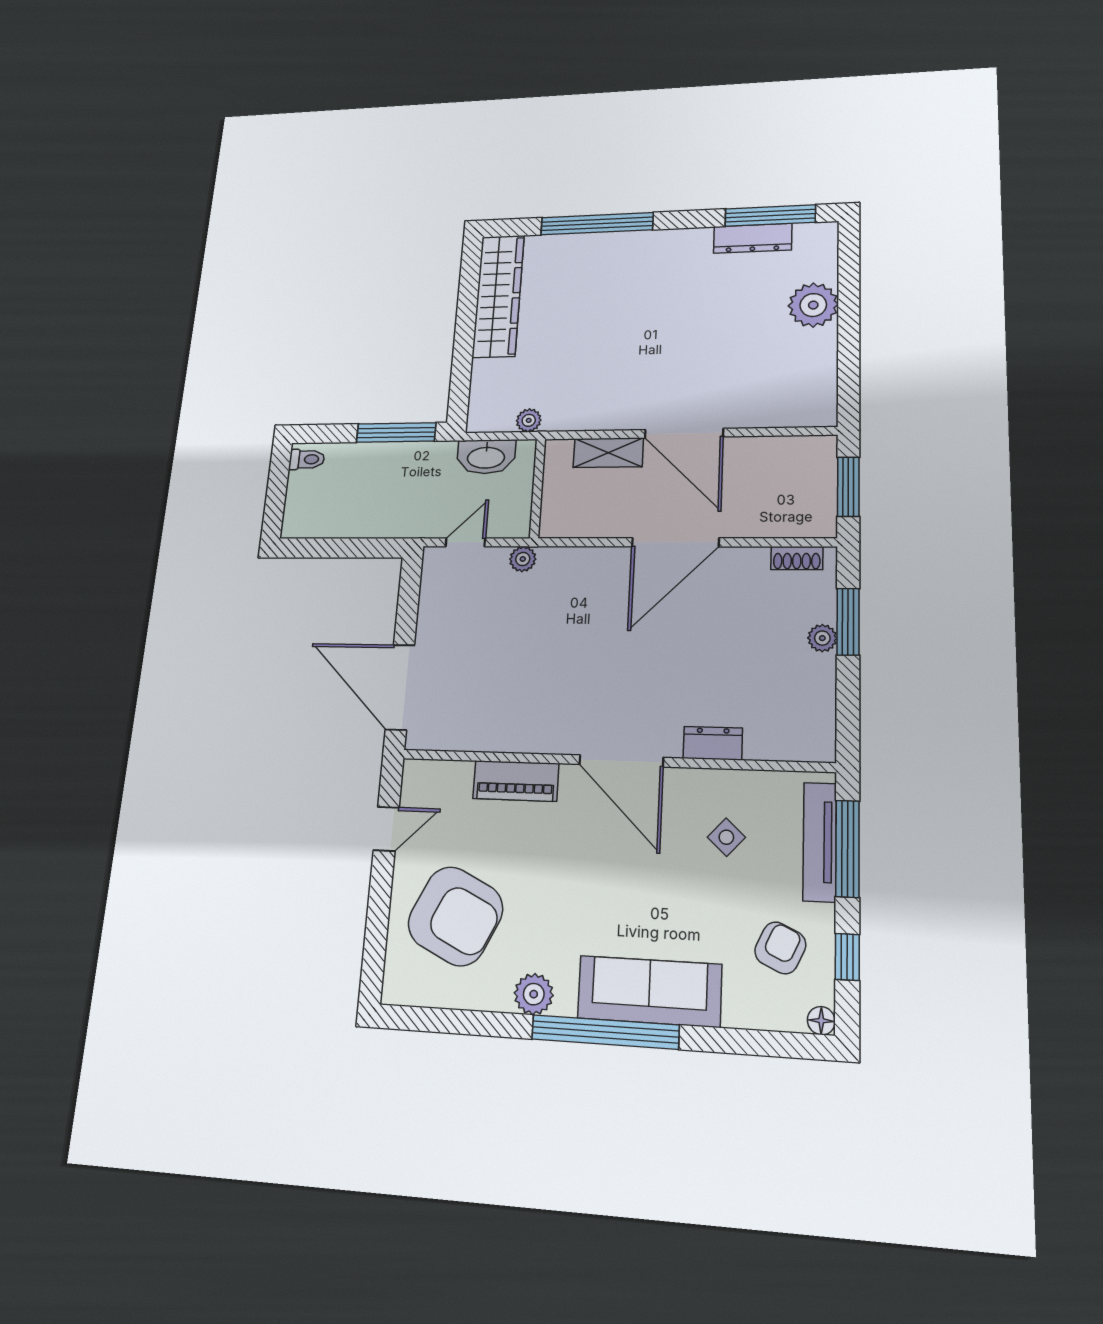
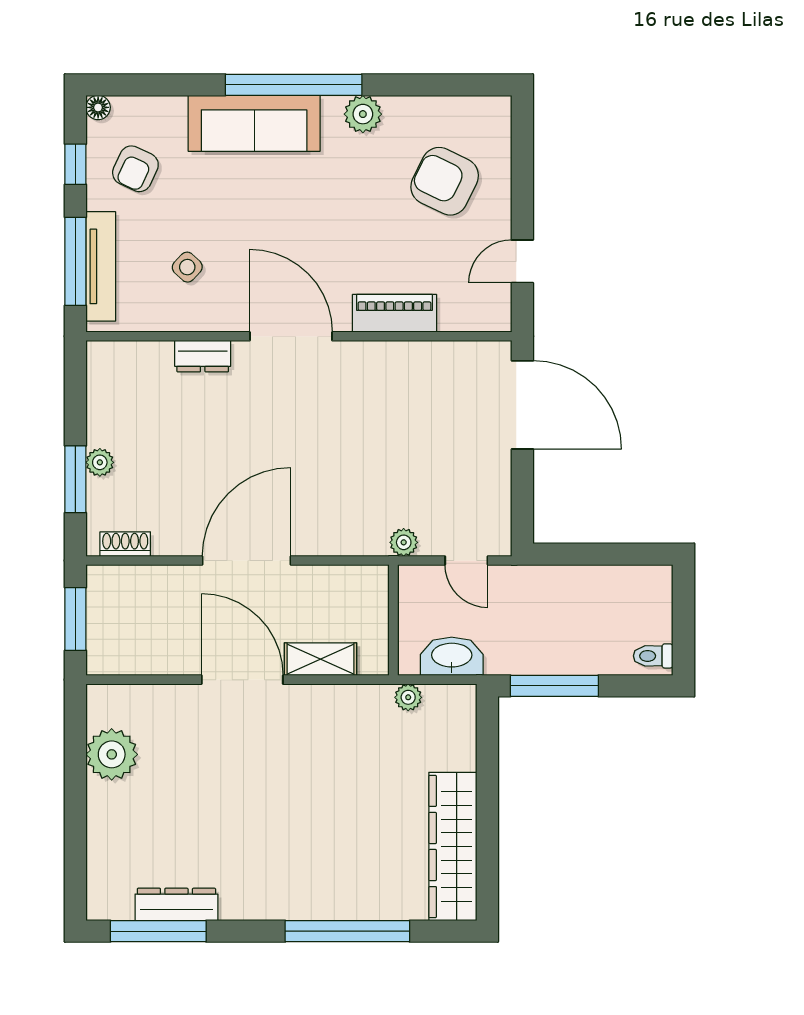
plant: (813, 305) -> (112, 754), moved
door: (465, 542) -> (466, 560), hinge flipped
armchair: (455, 916) -> (445, 181), width x0.73, depth x0.73

